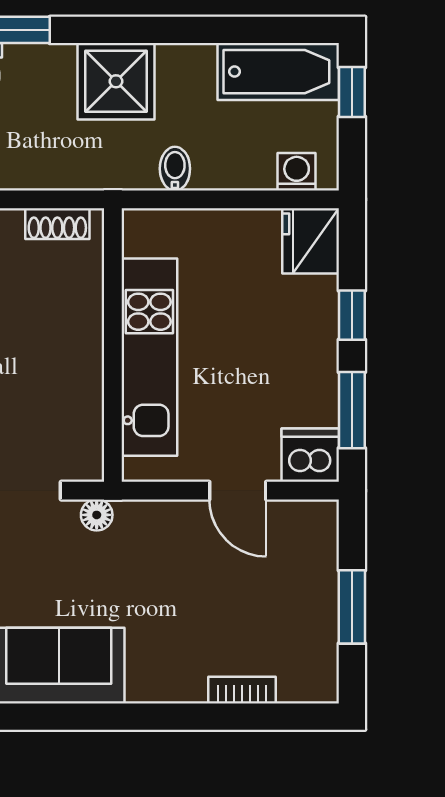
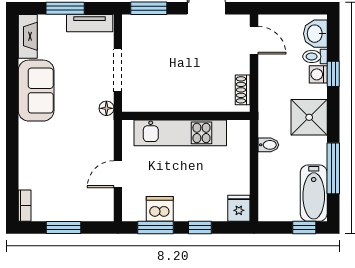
window: (225, 30) -> (333, 168), added
washing machine: (297, 172) -> (318, 74), moved, turned 180
fridge: (311, 241) -> (239, 208), width x0.72
dishwasher: (310, 455) -> (160, 209), moved, turned -90
bookcase: (242, 690) -> (25, 206), moved

